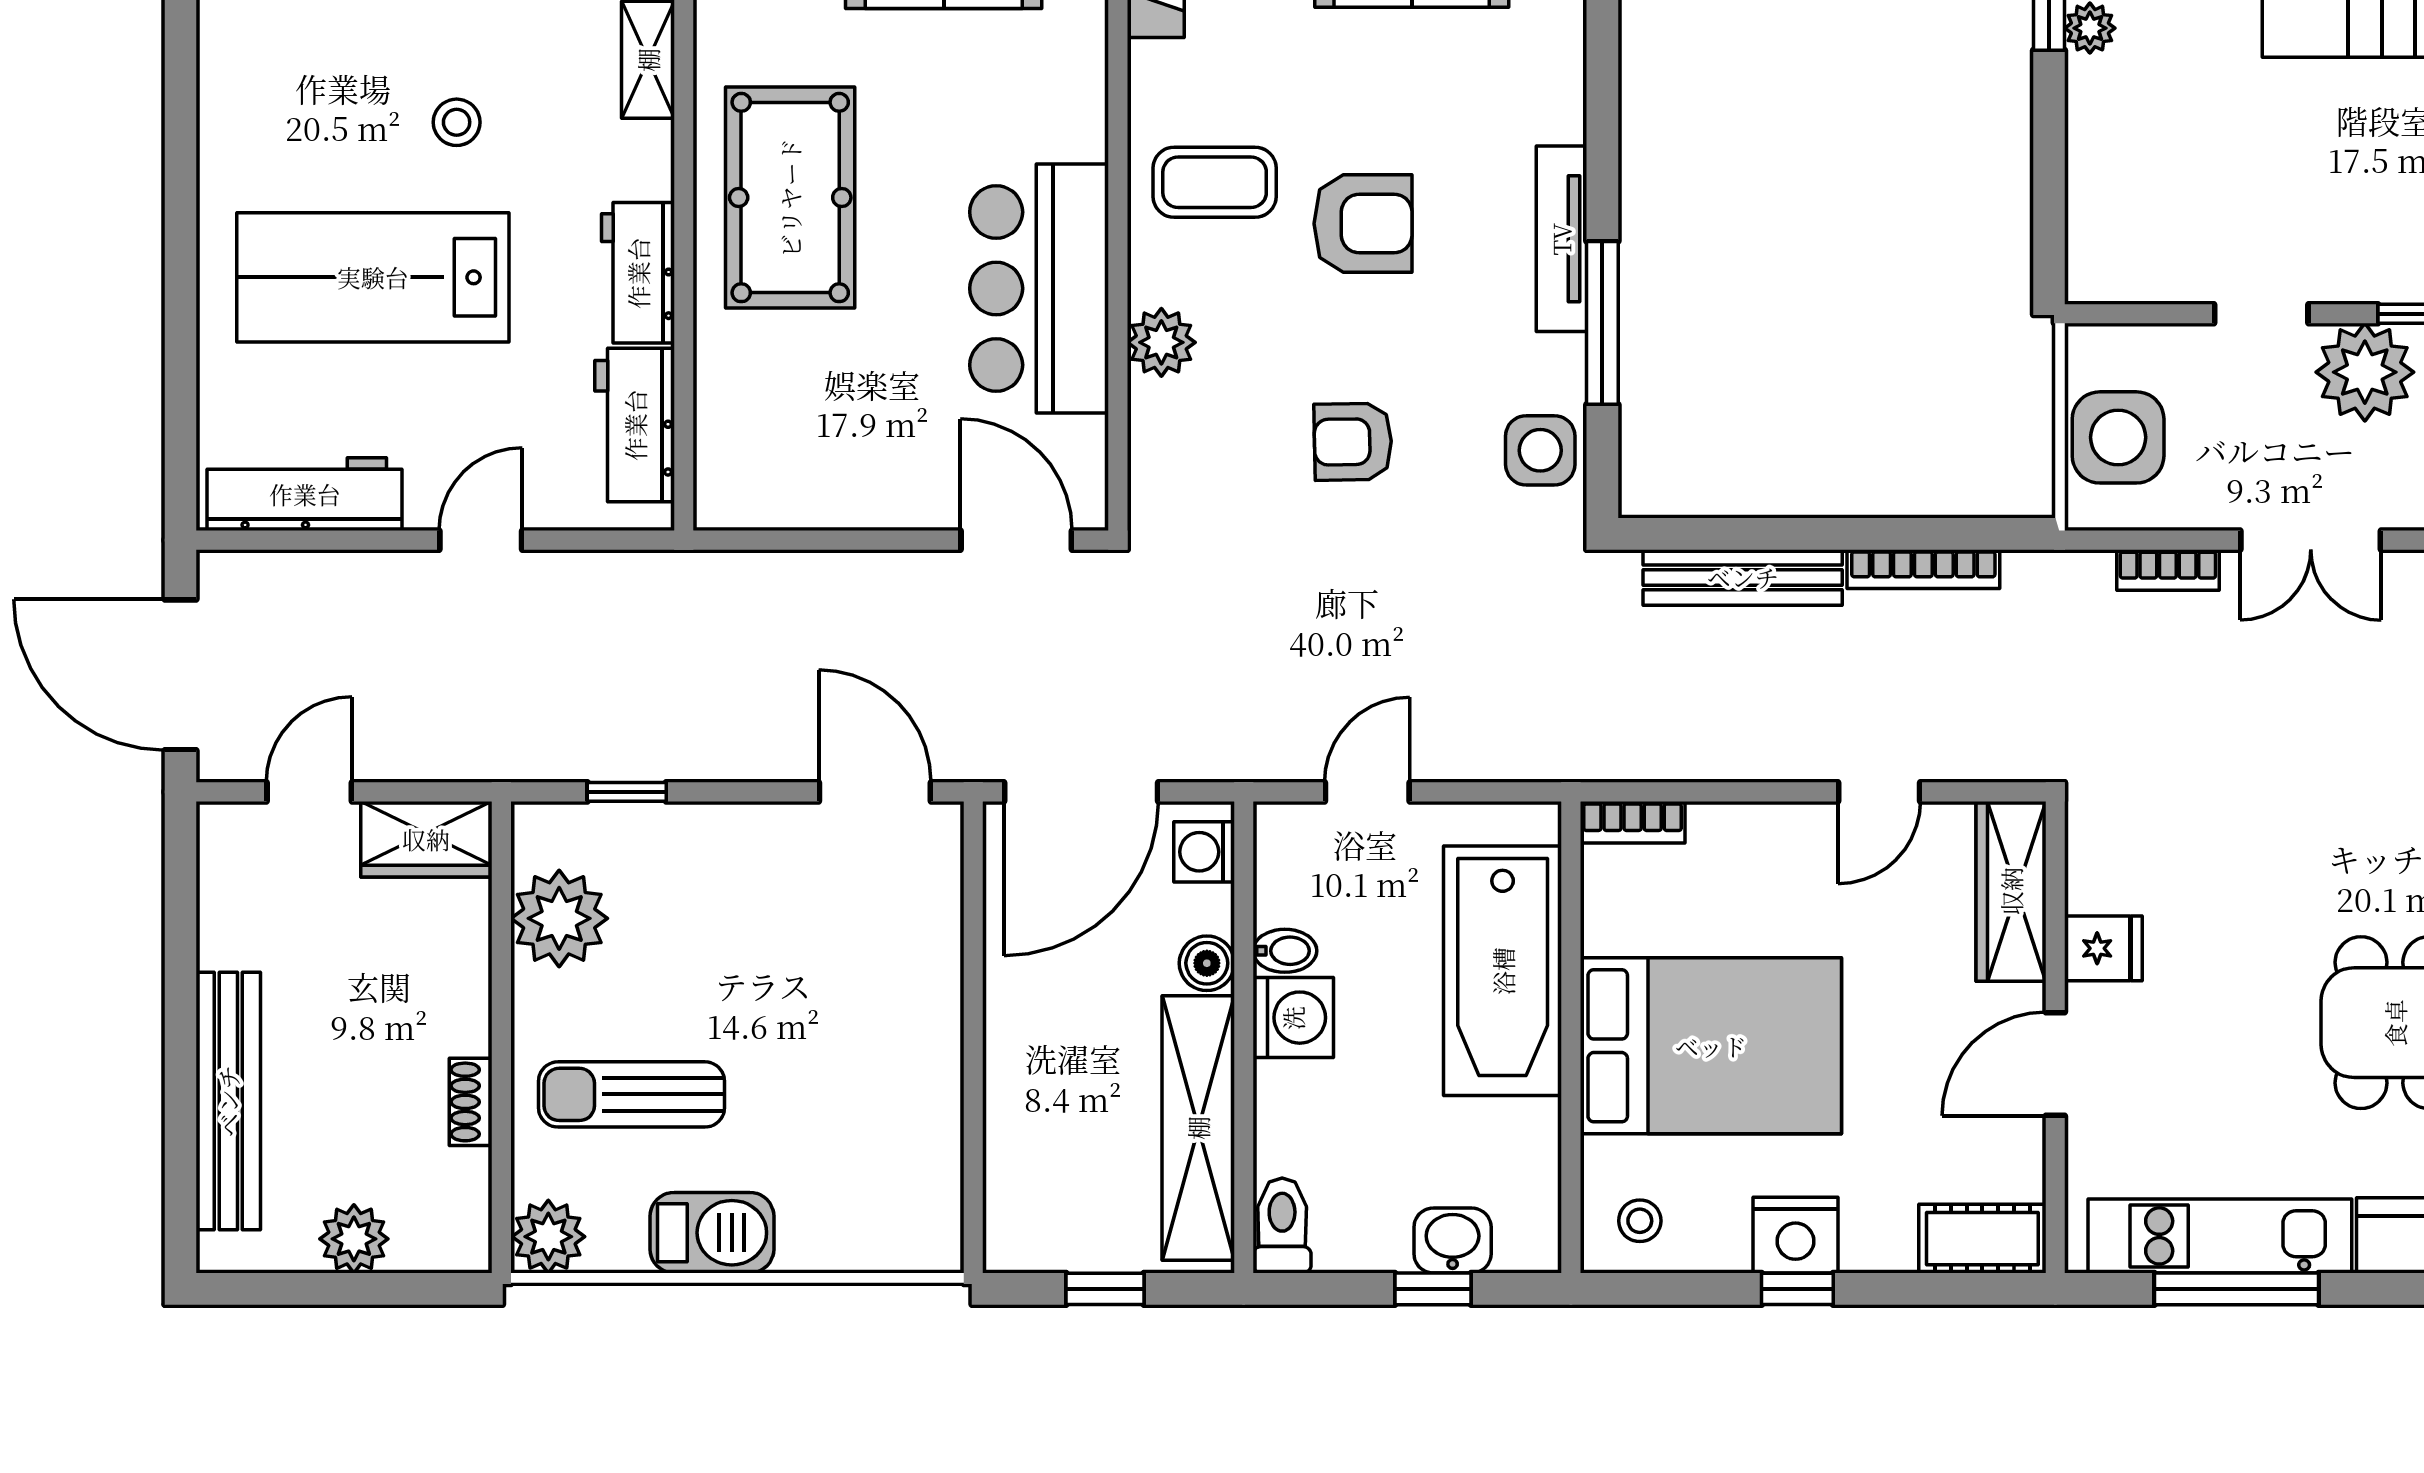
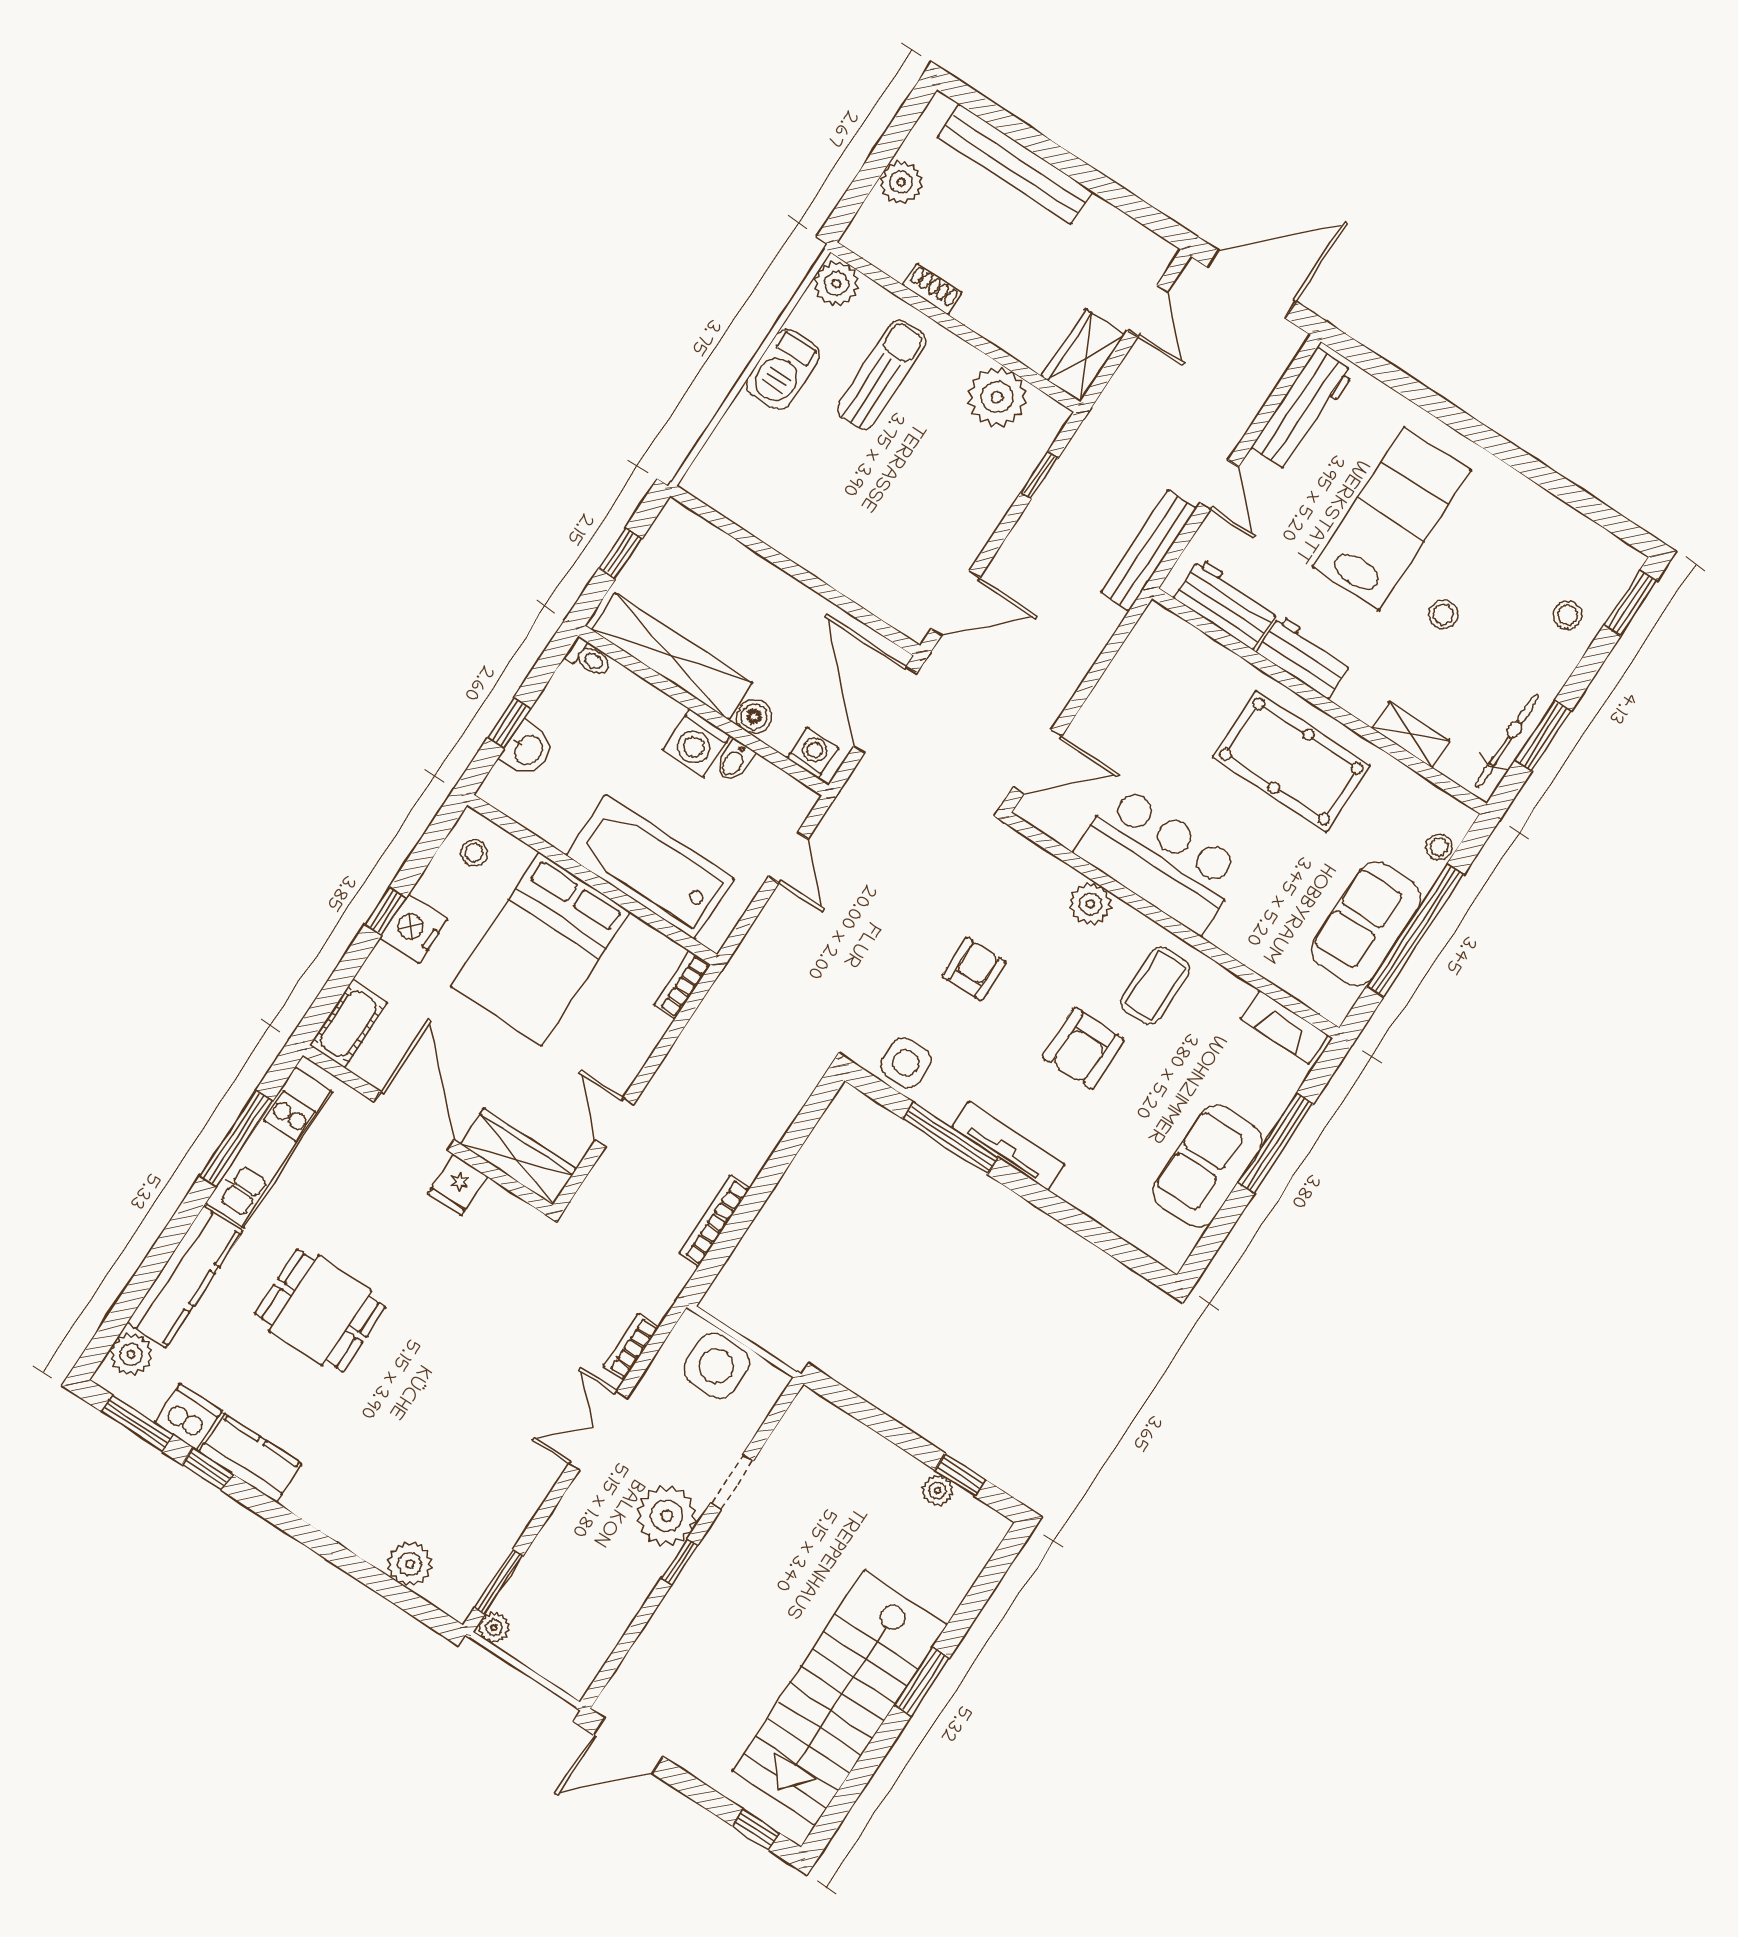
bench: (1743, 577) -> (1149, 550), moved
door: (2055, 1064) -> (414, 1121), width x1.36
toilet: (1282, 1226) -> (589, 658), width x0.73, depth x0.72

